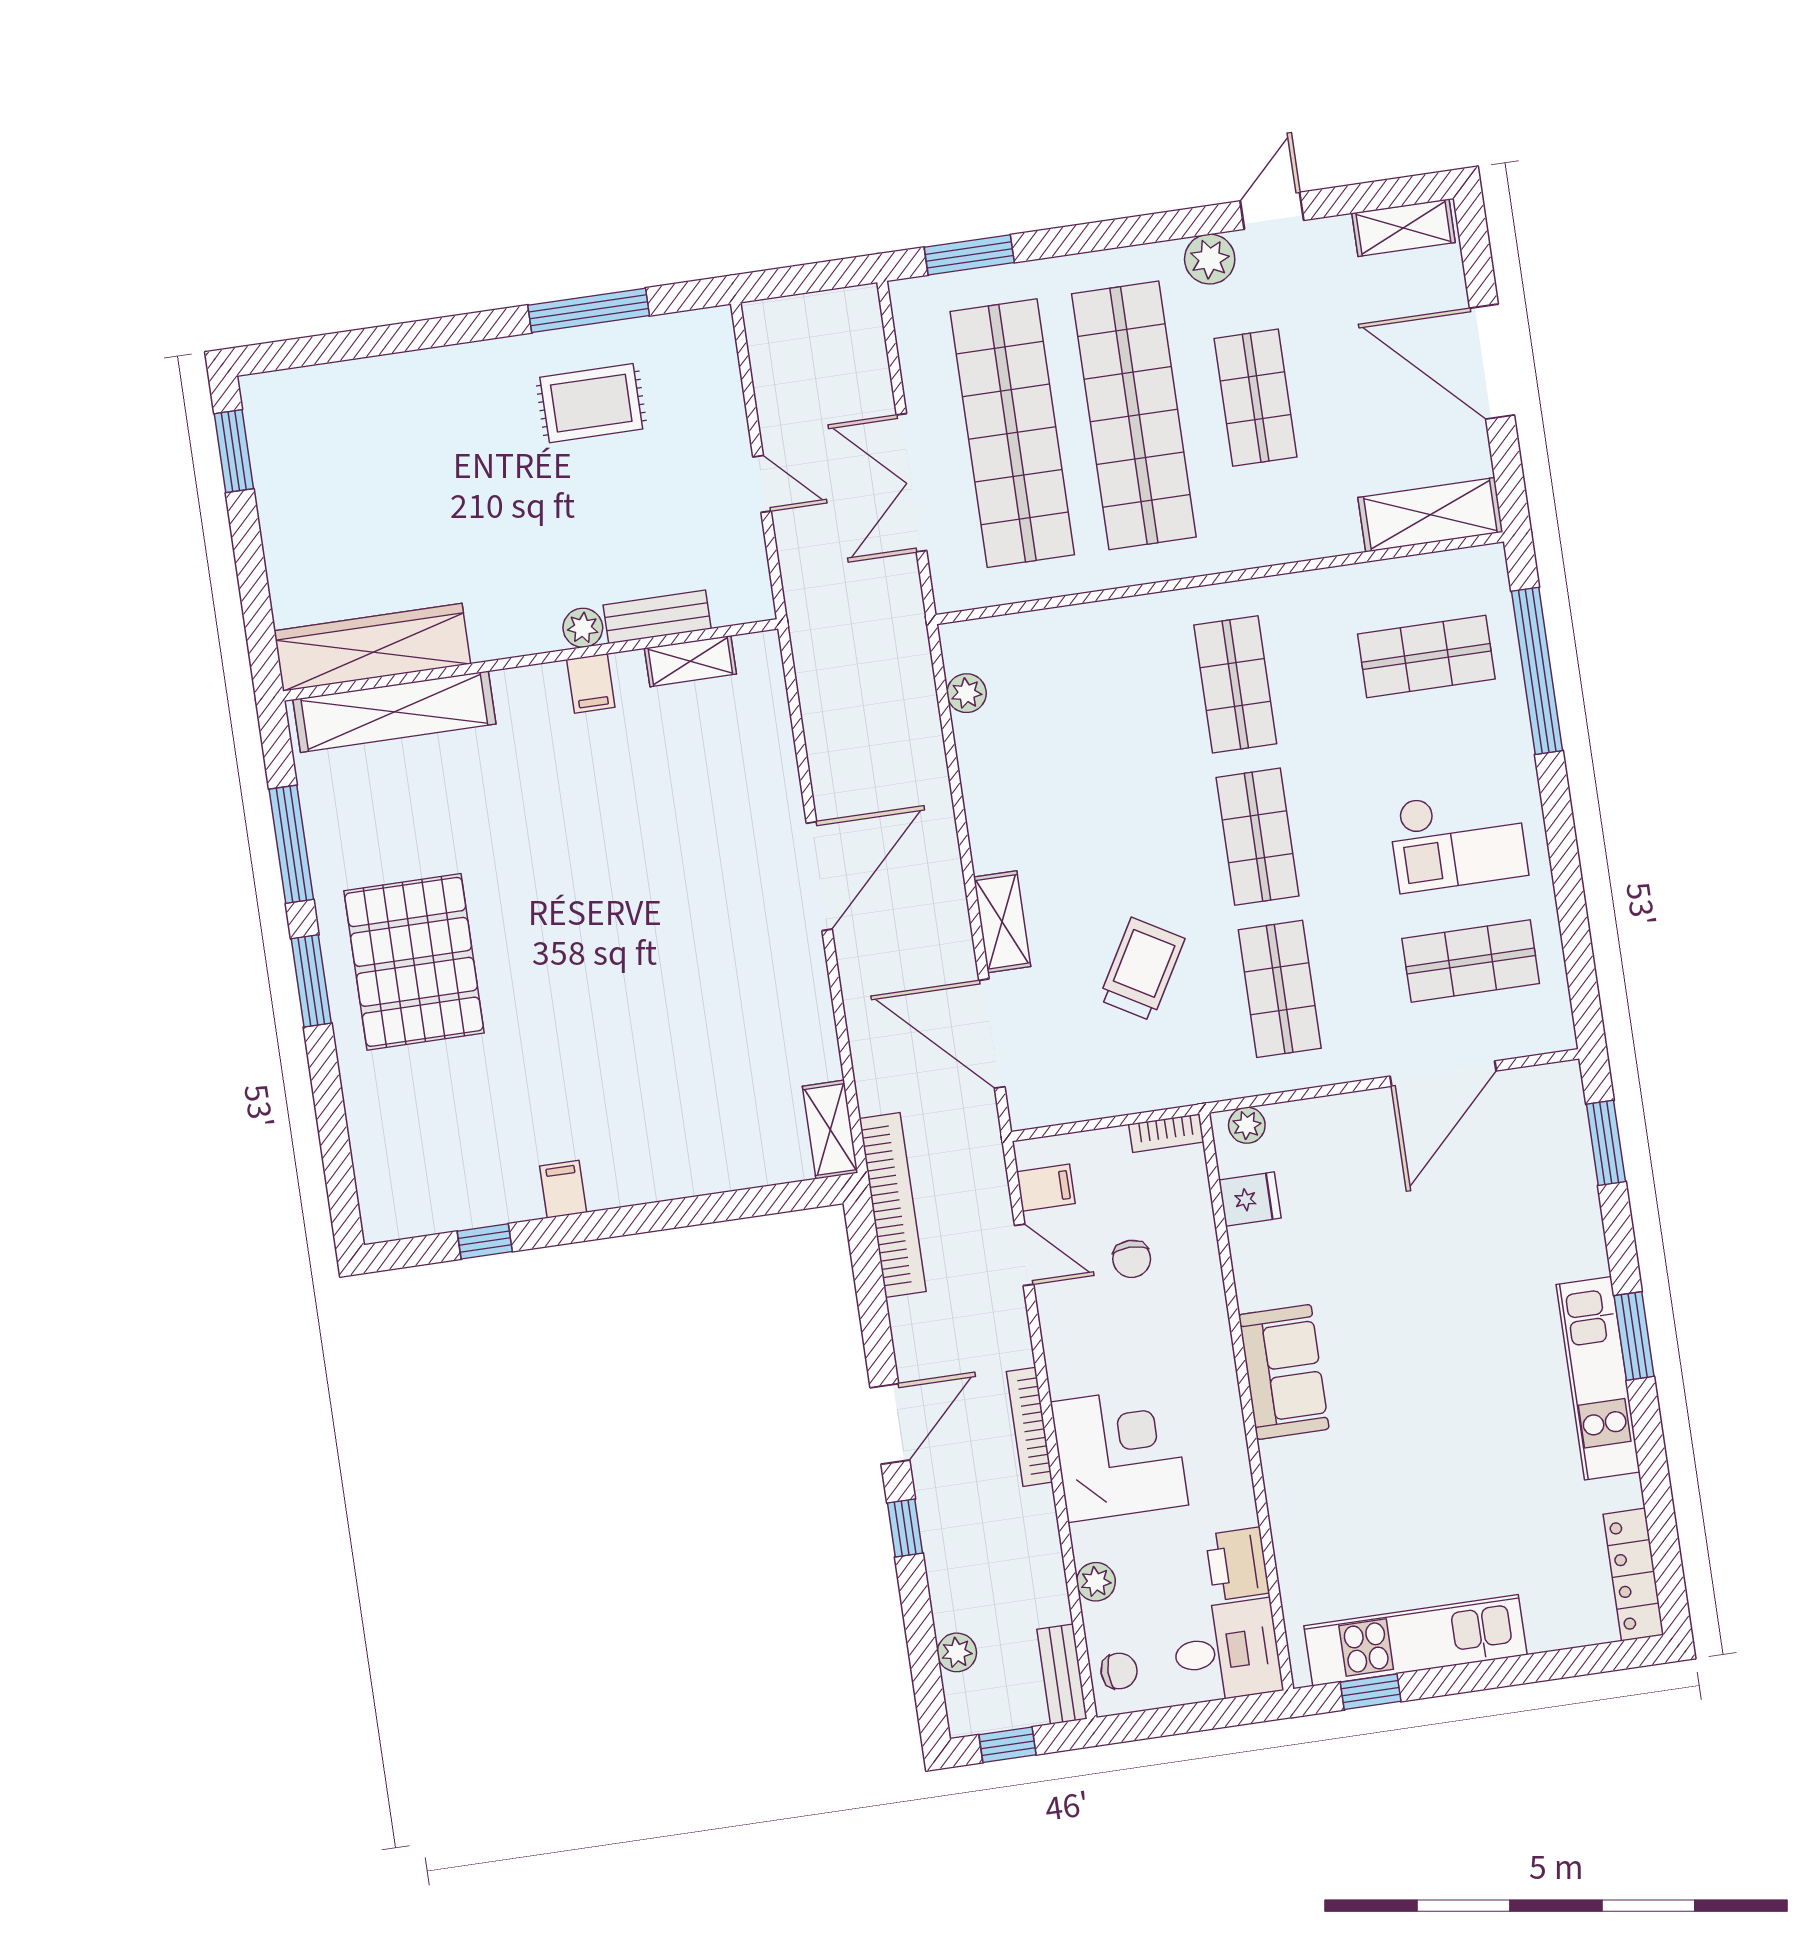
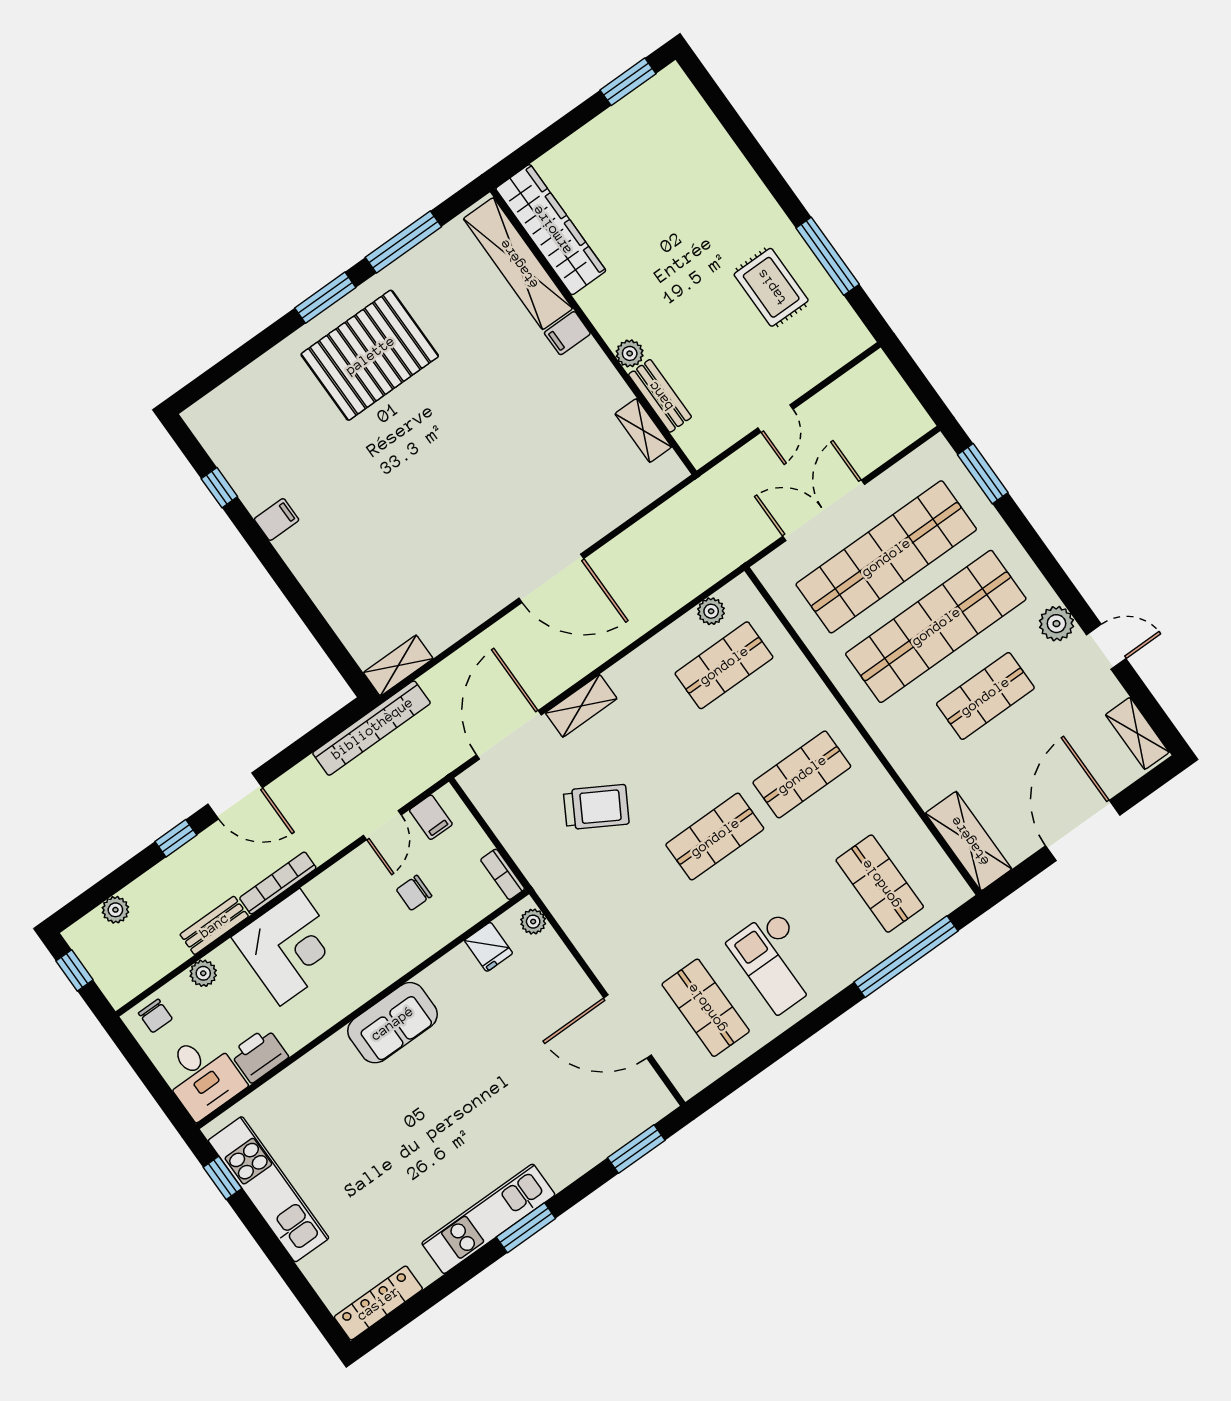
filing cabinet: (591, 683) -> (567, 333), moved
shop shelf: (1280, 989) -> (724, 665), moved
bench: (1062, 1674) -> (214, 925), moved

